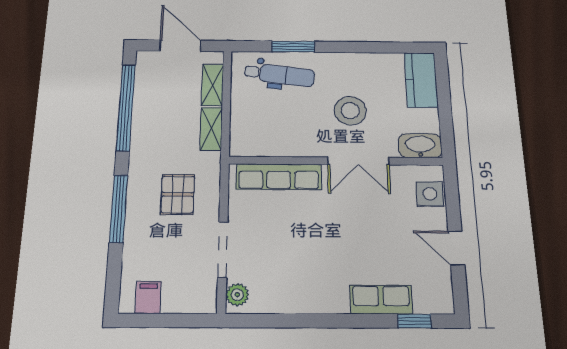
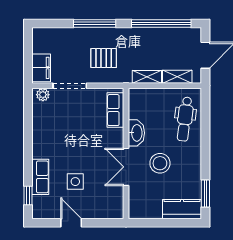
window: (293, 47) -> (205, 194), moved
washbasin: (420, 146) -> (136, 133), moved
row of seats: (279, 177) -> (115, 110), width x0.68
side table: (430, 194) -> (75, 182), moved
door: (456, 248) -> (71, 223), hinge flipped
filing cabinet: (148, 297) -> (41, 68), moved, width x2.00

